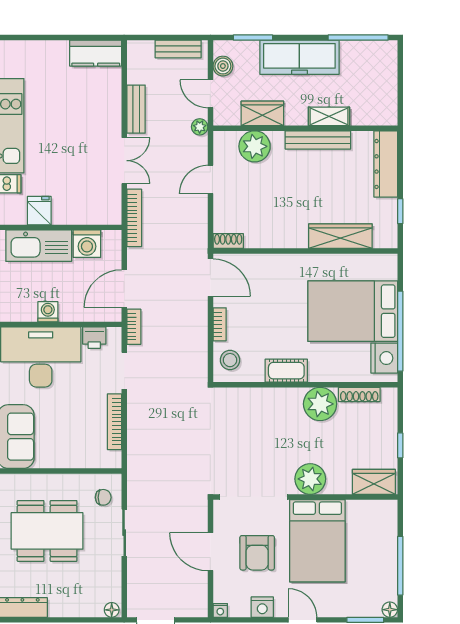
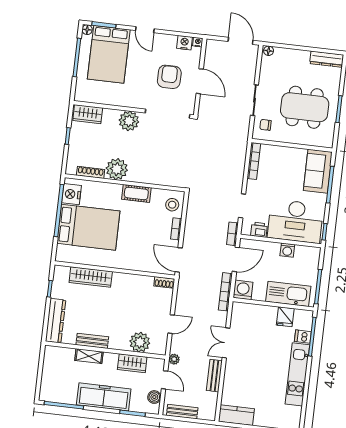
bench: (318, 140) -> (92, 341), width x0.73
bookcase: (134, 218) -> (225, 292), moved
washing machine: (87, 244) -> (243, 290), moved
bookcase: (114, 422) -> (254, 161), moved
bed: (317, 541) -> (109, 54), moved, turned 180
nightstand: (262, 607) -> (184, 43), moved

